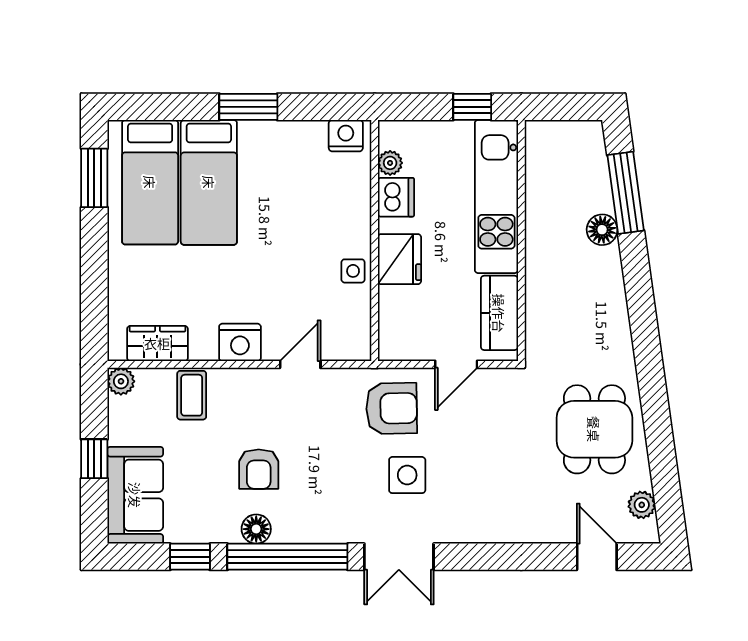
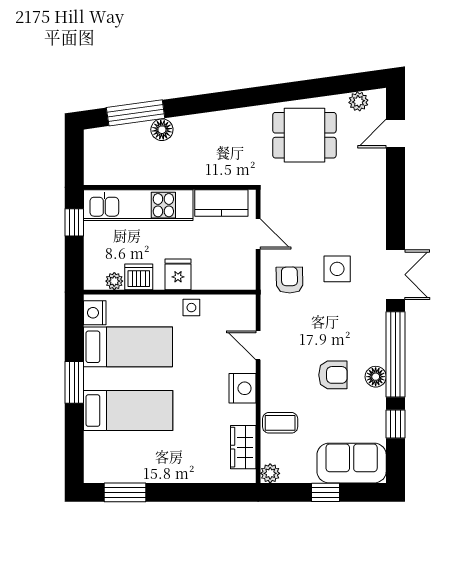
bed: (150, 182) -> (128, 347), moved
fridge: (399, 259) -> (178, 274), width x0.72
armchair: (392, 408) -> (290, 280), width x0.72, depth x0.72

